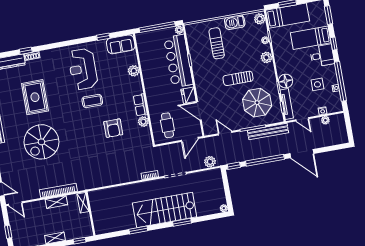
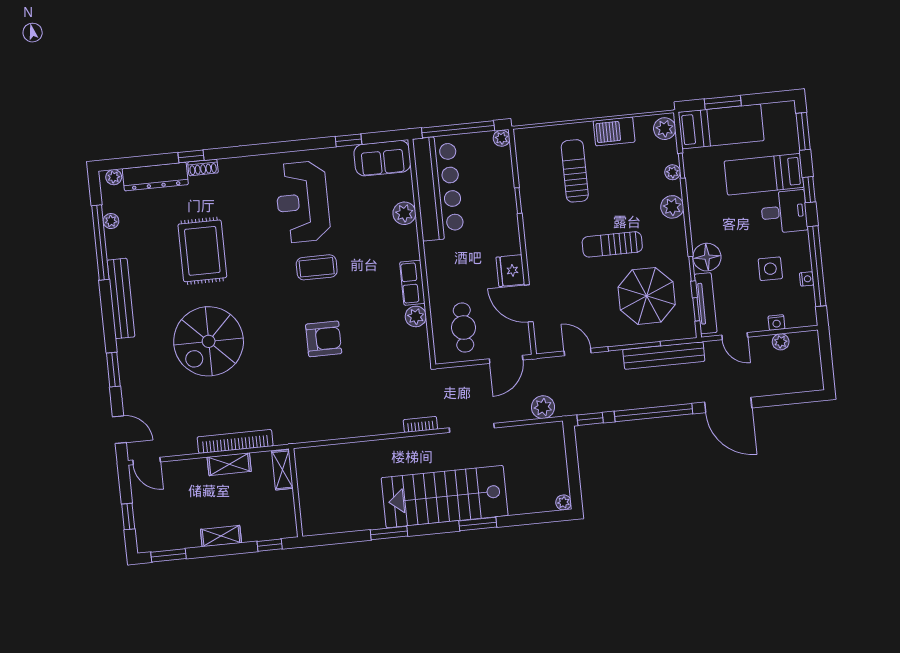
bar counter: (178, 61) -> (438, 188), moved, turned 180
armchair: (113, 128) -> (324, 339), moved, turned -90

